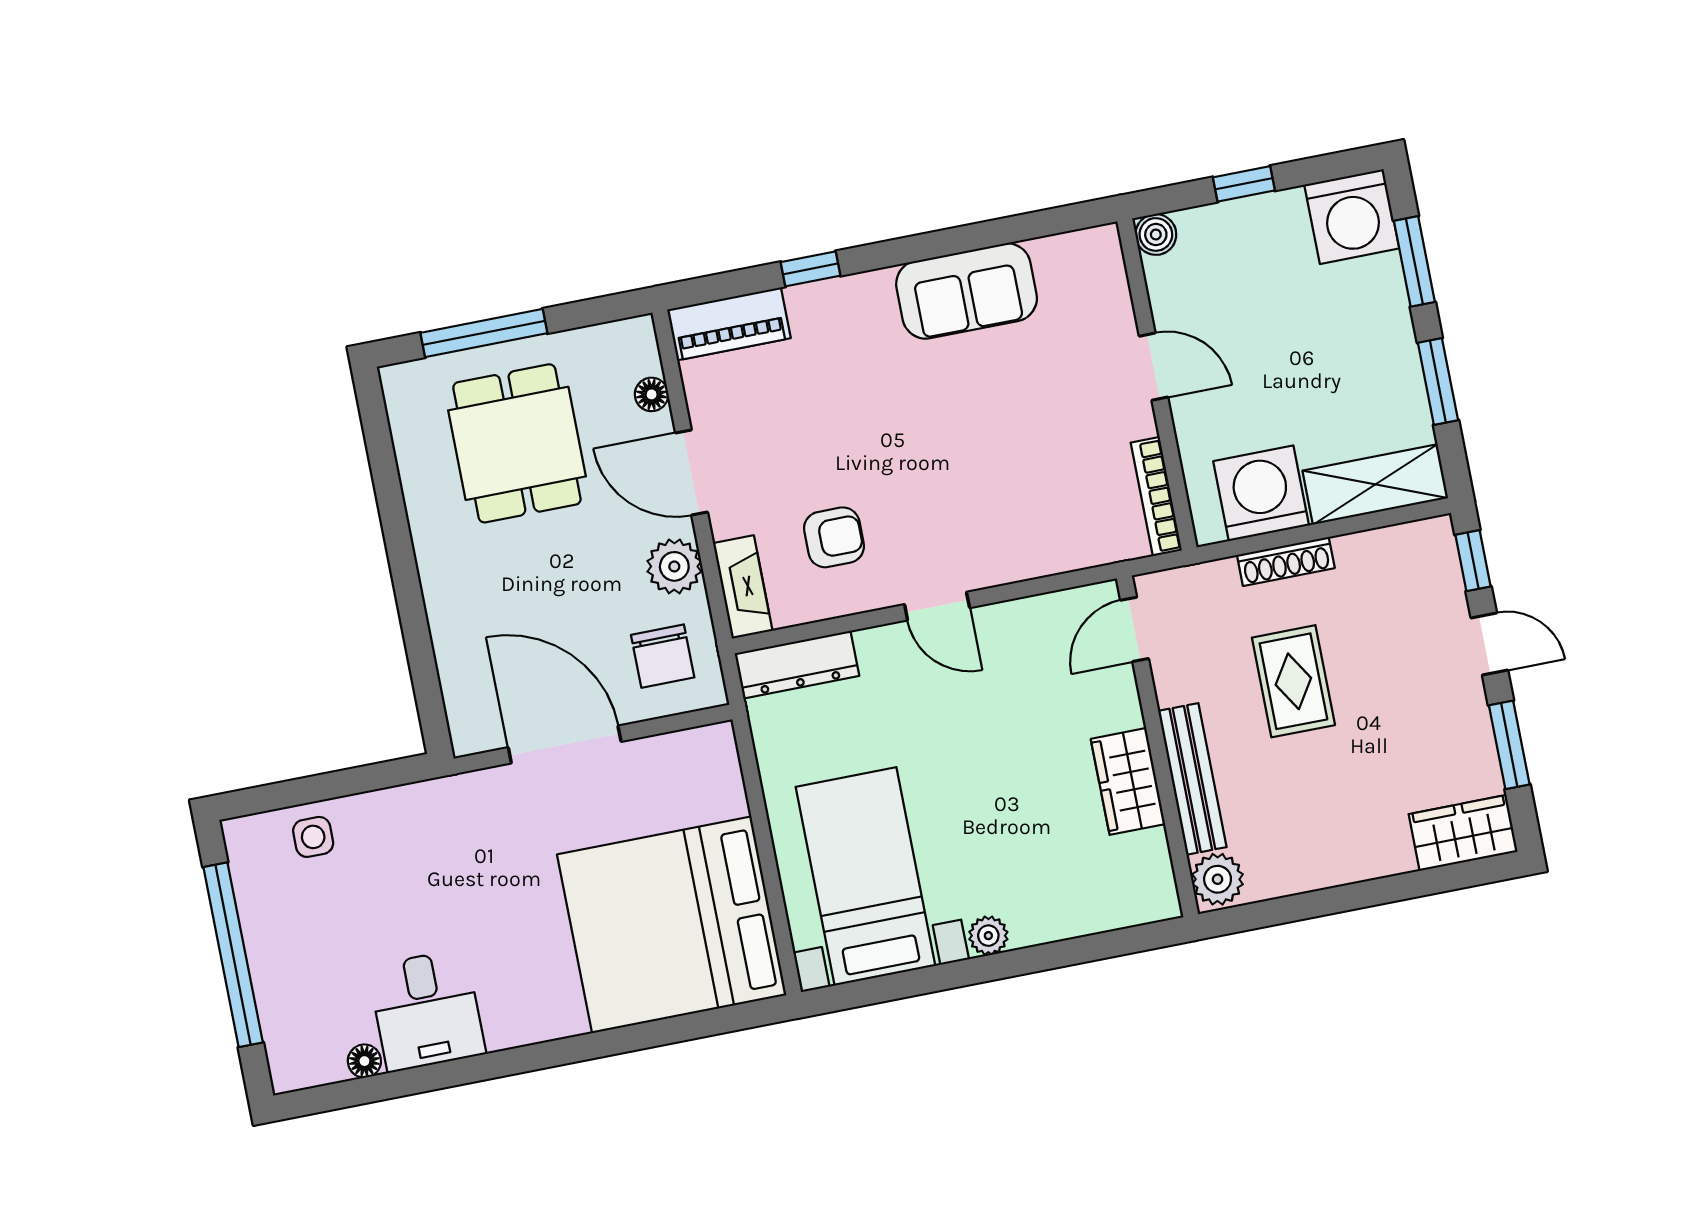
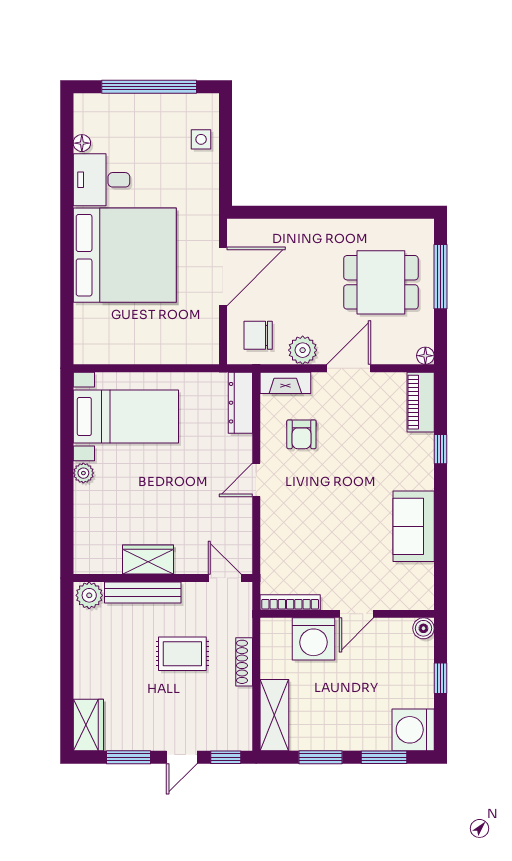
floor lamp: (652, 394) -> (425, 356), moved
washing machine: (1261, 493) -> (314, 639), moved, turned 90
bed: (672, 925) -> (125, 255), moved, turned 90

